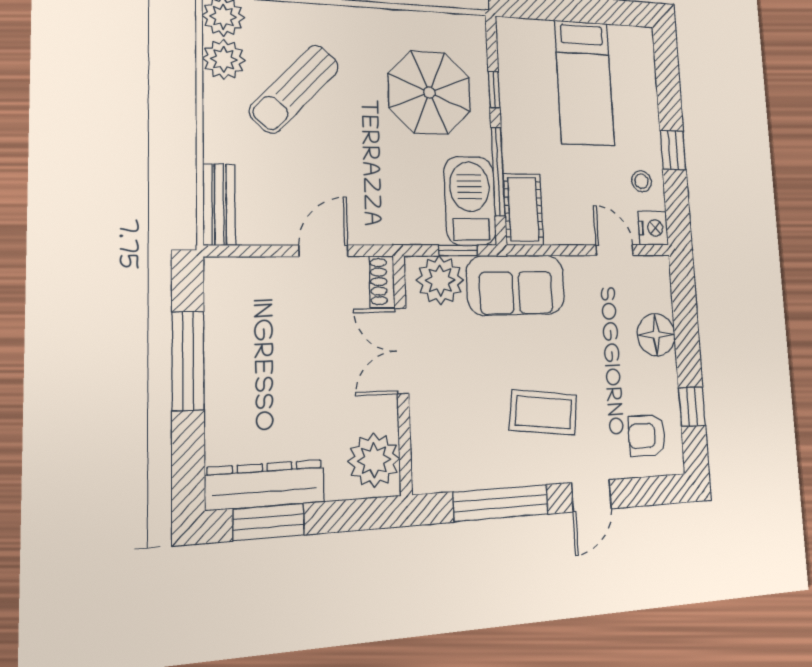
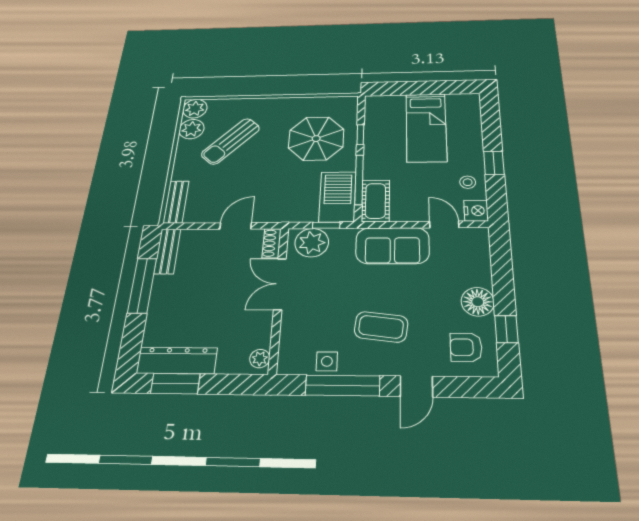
sofa: (516, 285) -> (392, 246), moved
bench: (220, 298) -> (167, 251), added
floor lamp: (656, 335) -> (478, 302), moved
plant: (374, 460) -> (260, 359), width x0.53, depth x0.53
side table: (478, 469) -> (327, 361), added

